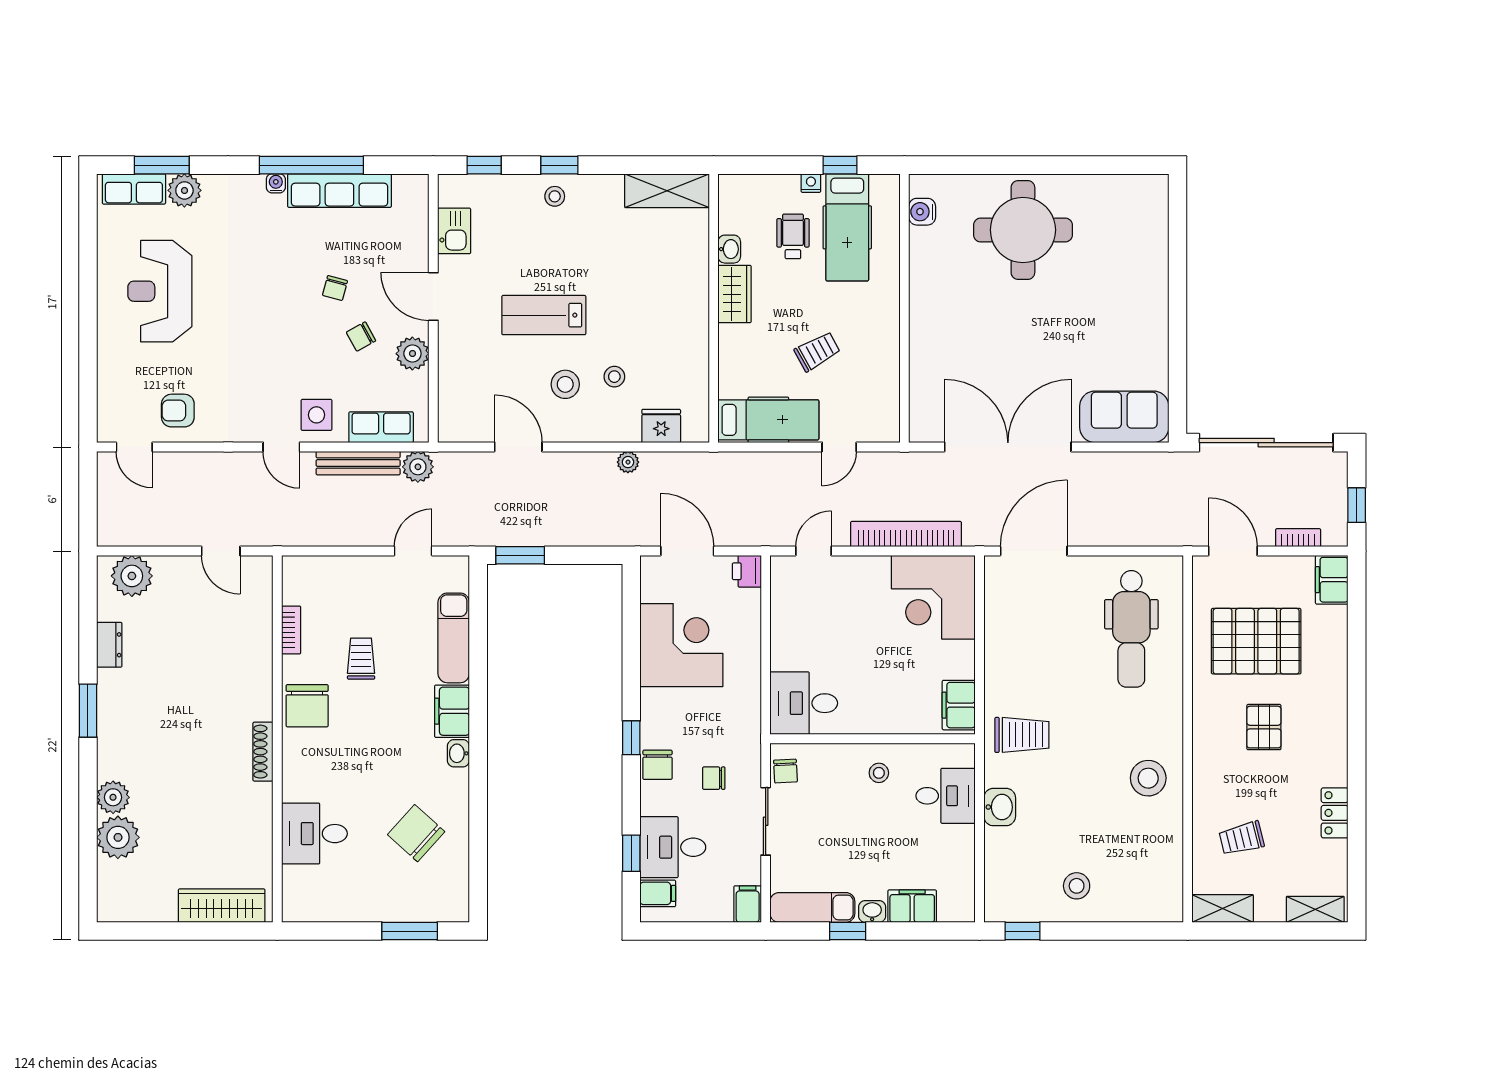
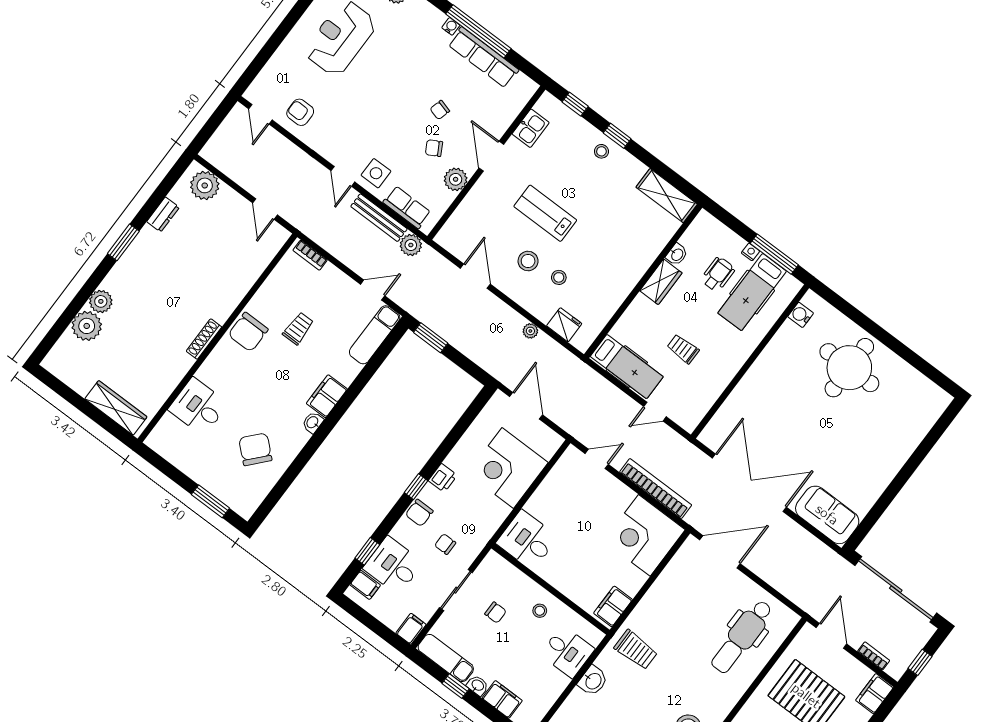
window: (840, 165) -> (774, 254), width x2.17
trolley: (817, 351) -> (683, 349), turned -151
printer: (747, 571) -> (443, 478), moved, turned 180
bookcase: (291, 630) -> (310, 255), moved, turned 90
exam couch: (454, 638) -> (375, 335), moved
corner desk: (681, 645) -> (508, 468), moved, turned 180
chair: (785, 771) -> (495, 613), moved, turned -87

